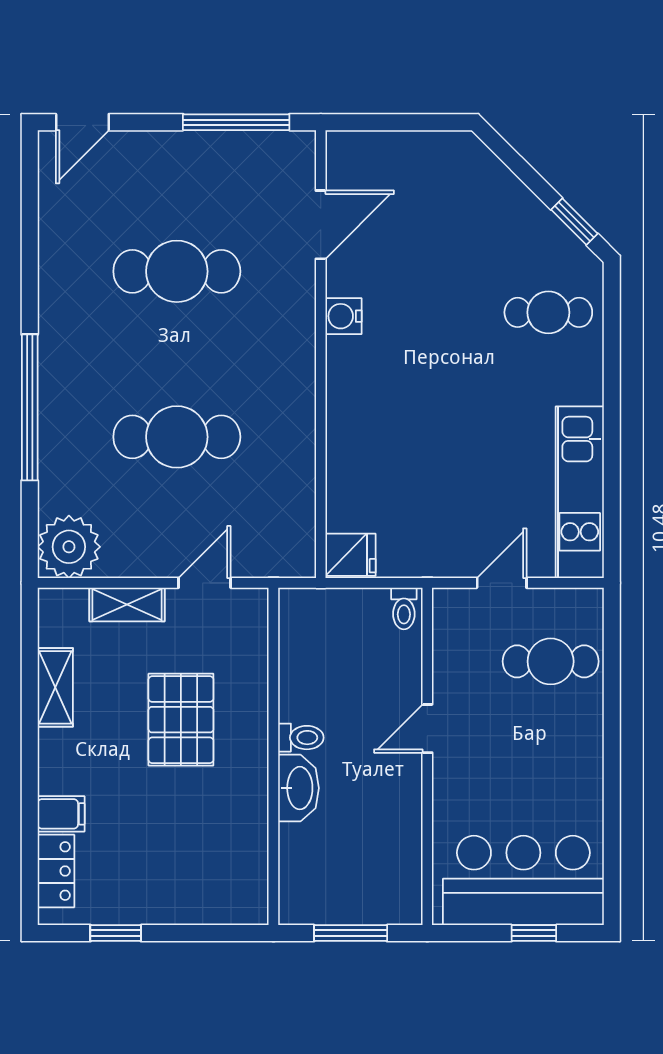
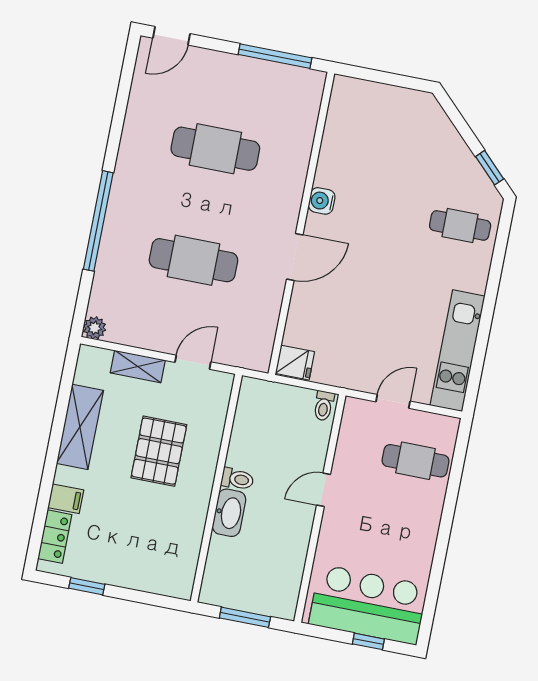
door: (321, 225) -> (295, 257), moved
plant: (69, 547) -> (95, 328), width x0.53, depth x0.53
shelving: (55, 687) -> (80, 427), width x1.50, depth x1.33

